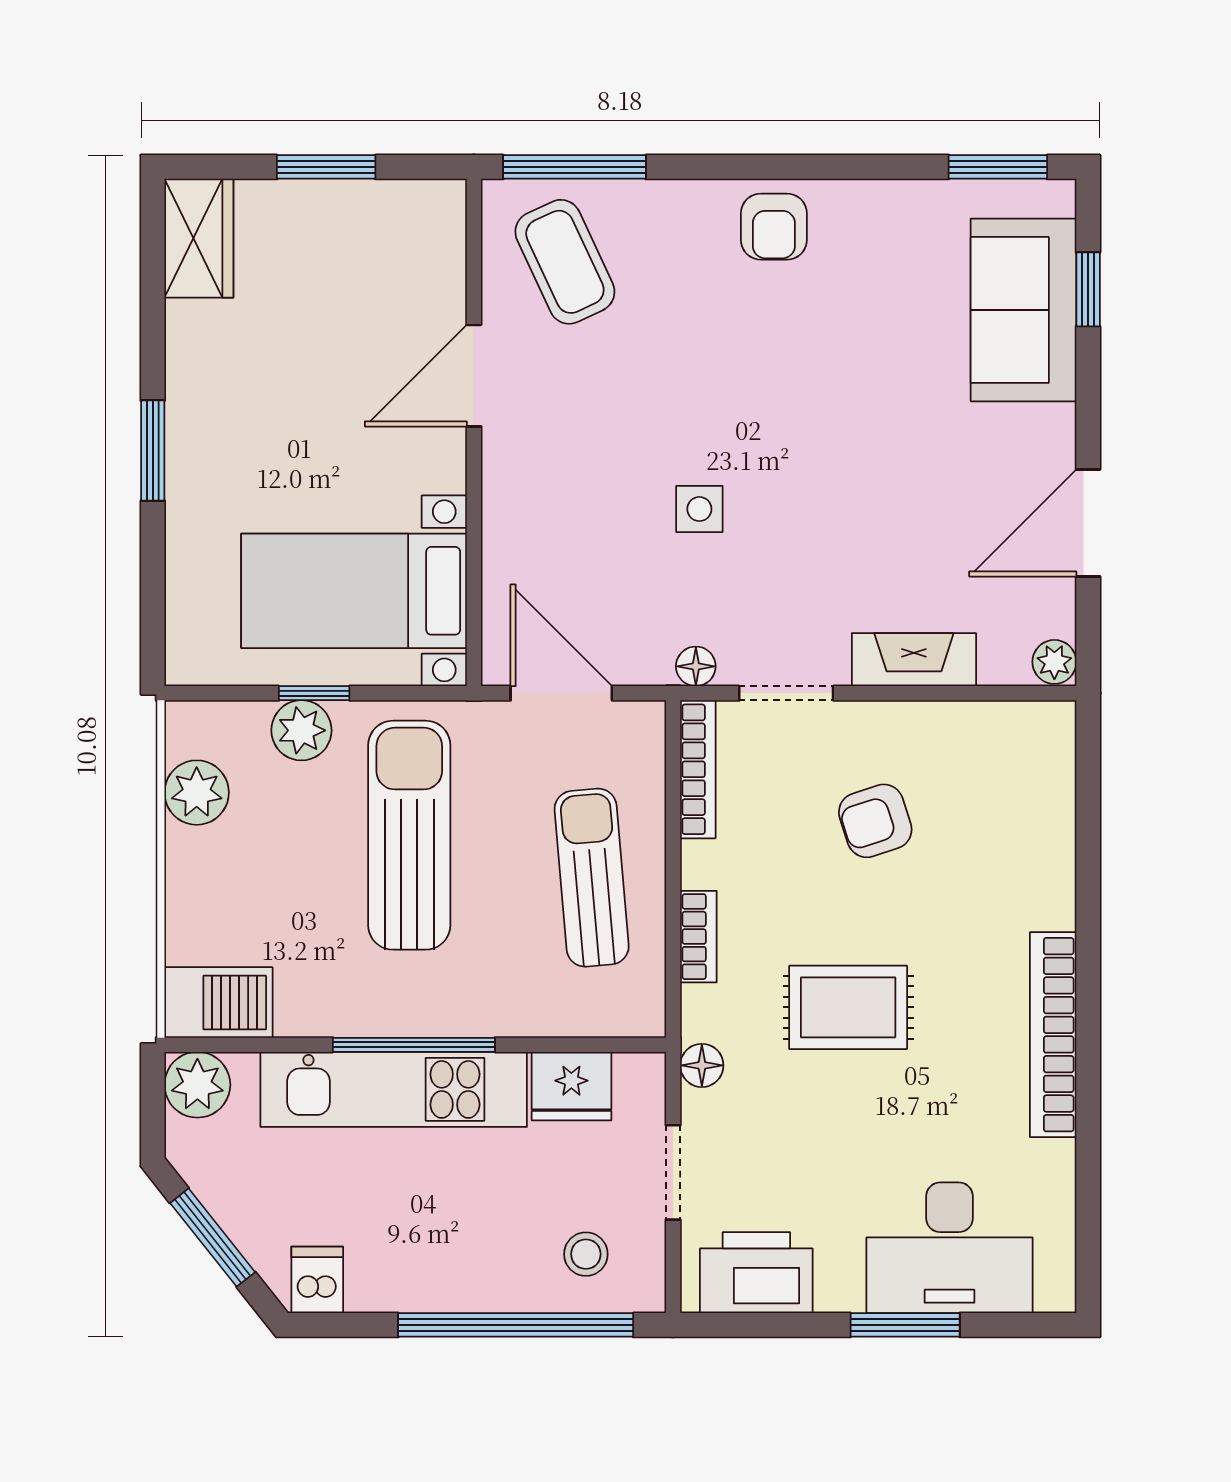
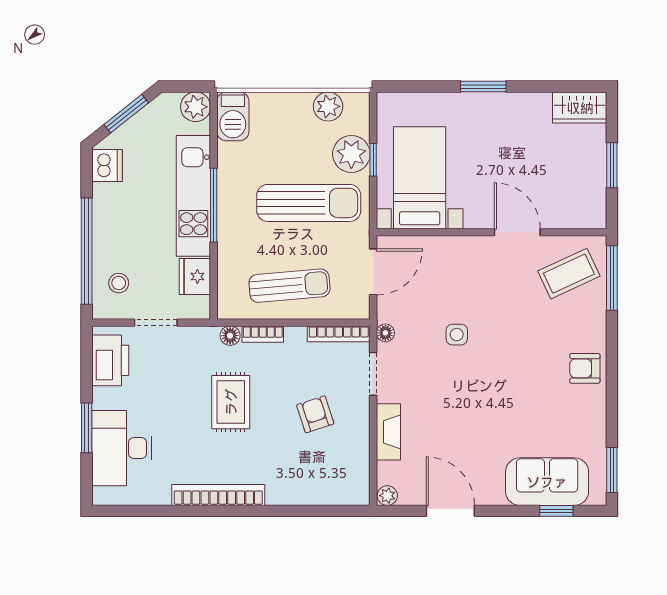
plant: (301, 730) -> (351, 154), width x1.36, depth x1.36
floor lamp: (702, 1065) -> (230, 336), moved
dishwasher: (317, 1280) -> (107, 166), width x1.38

